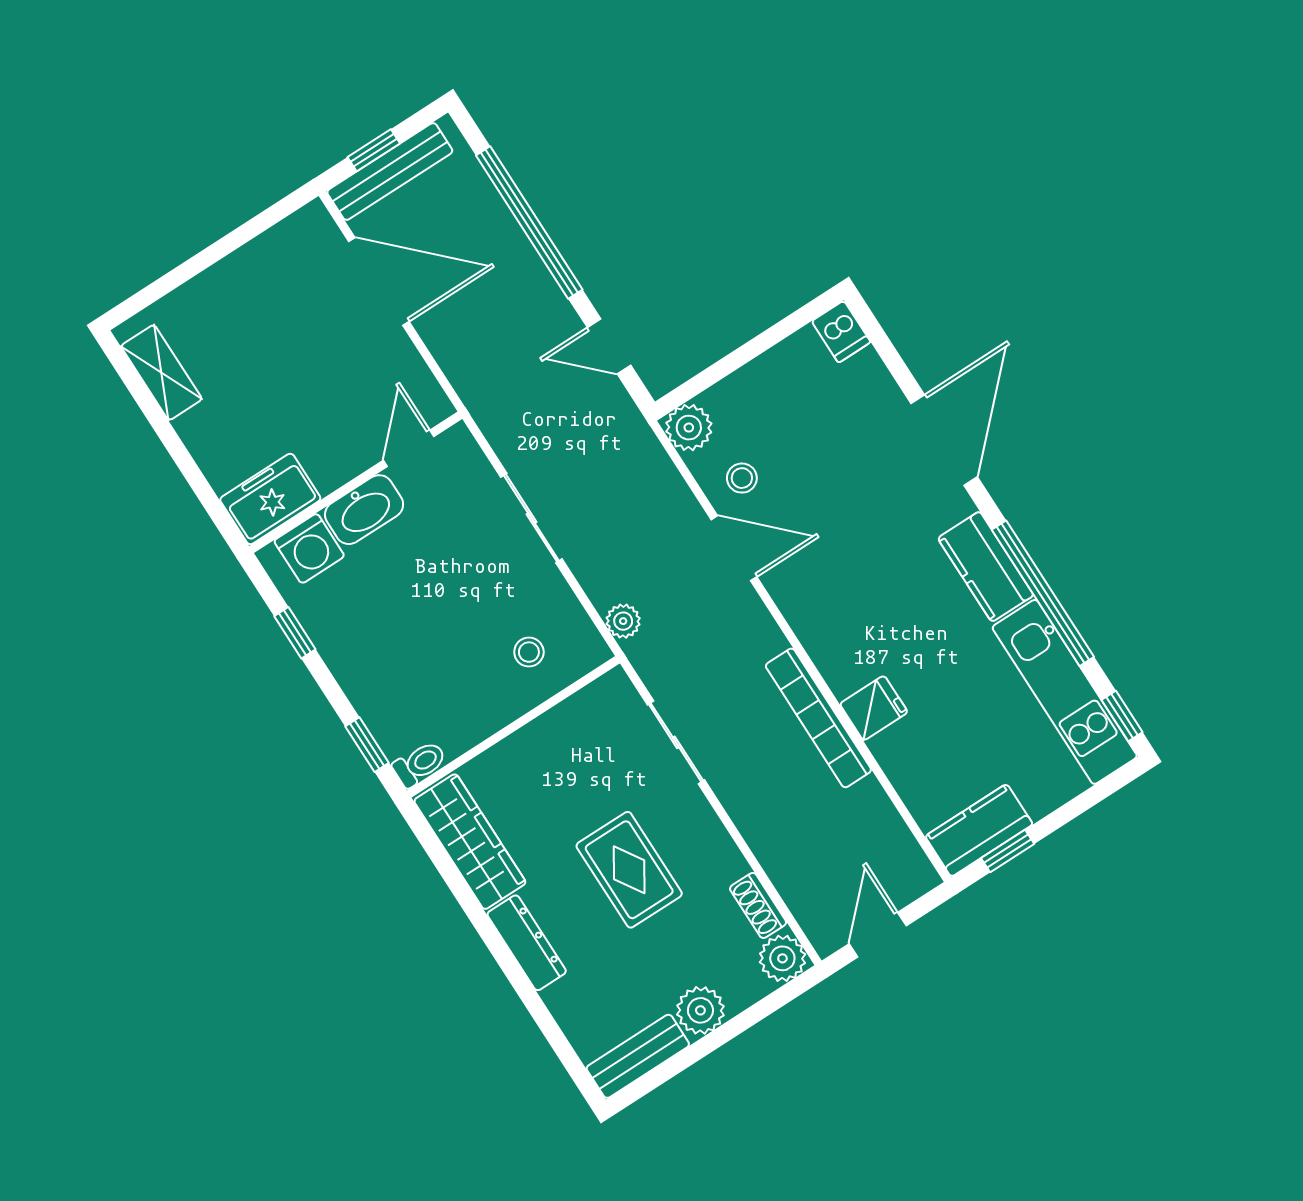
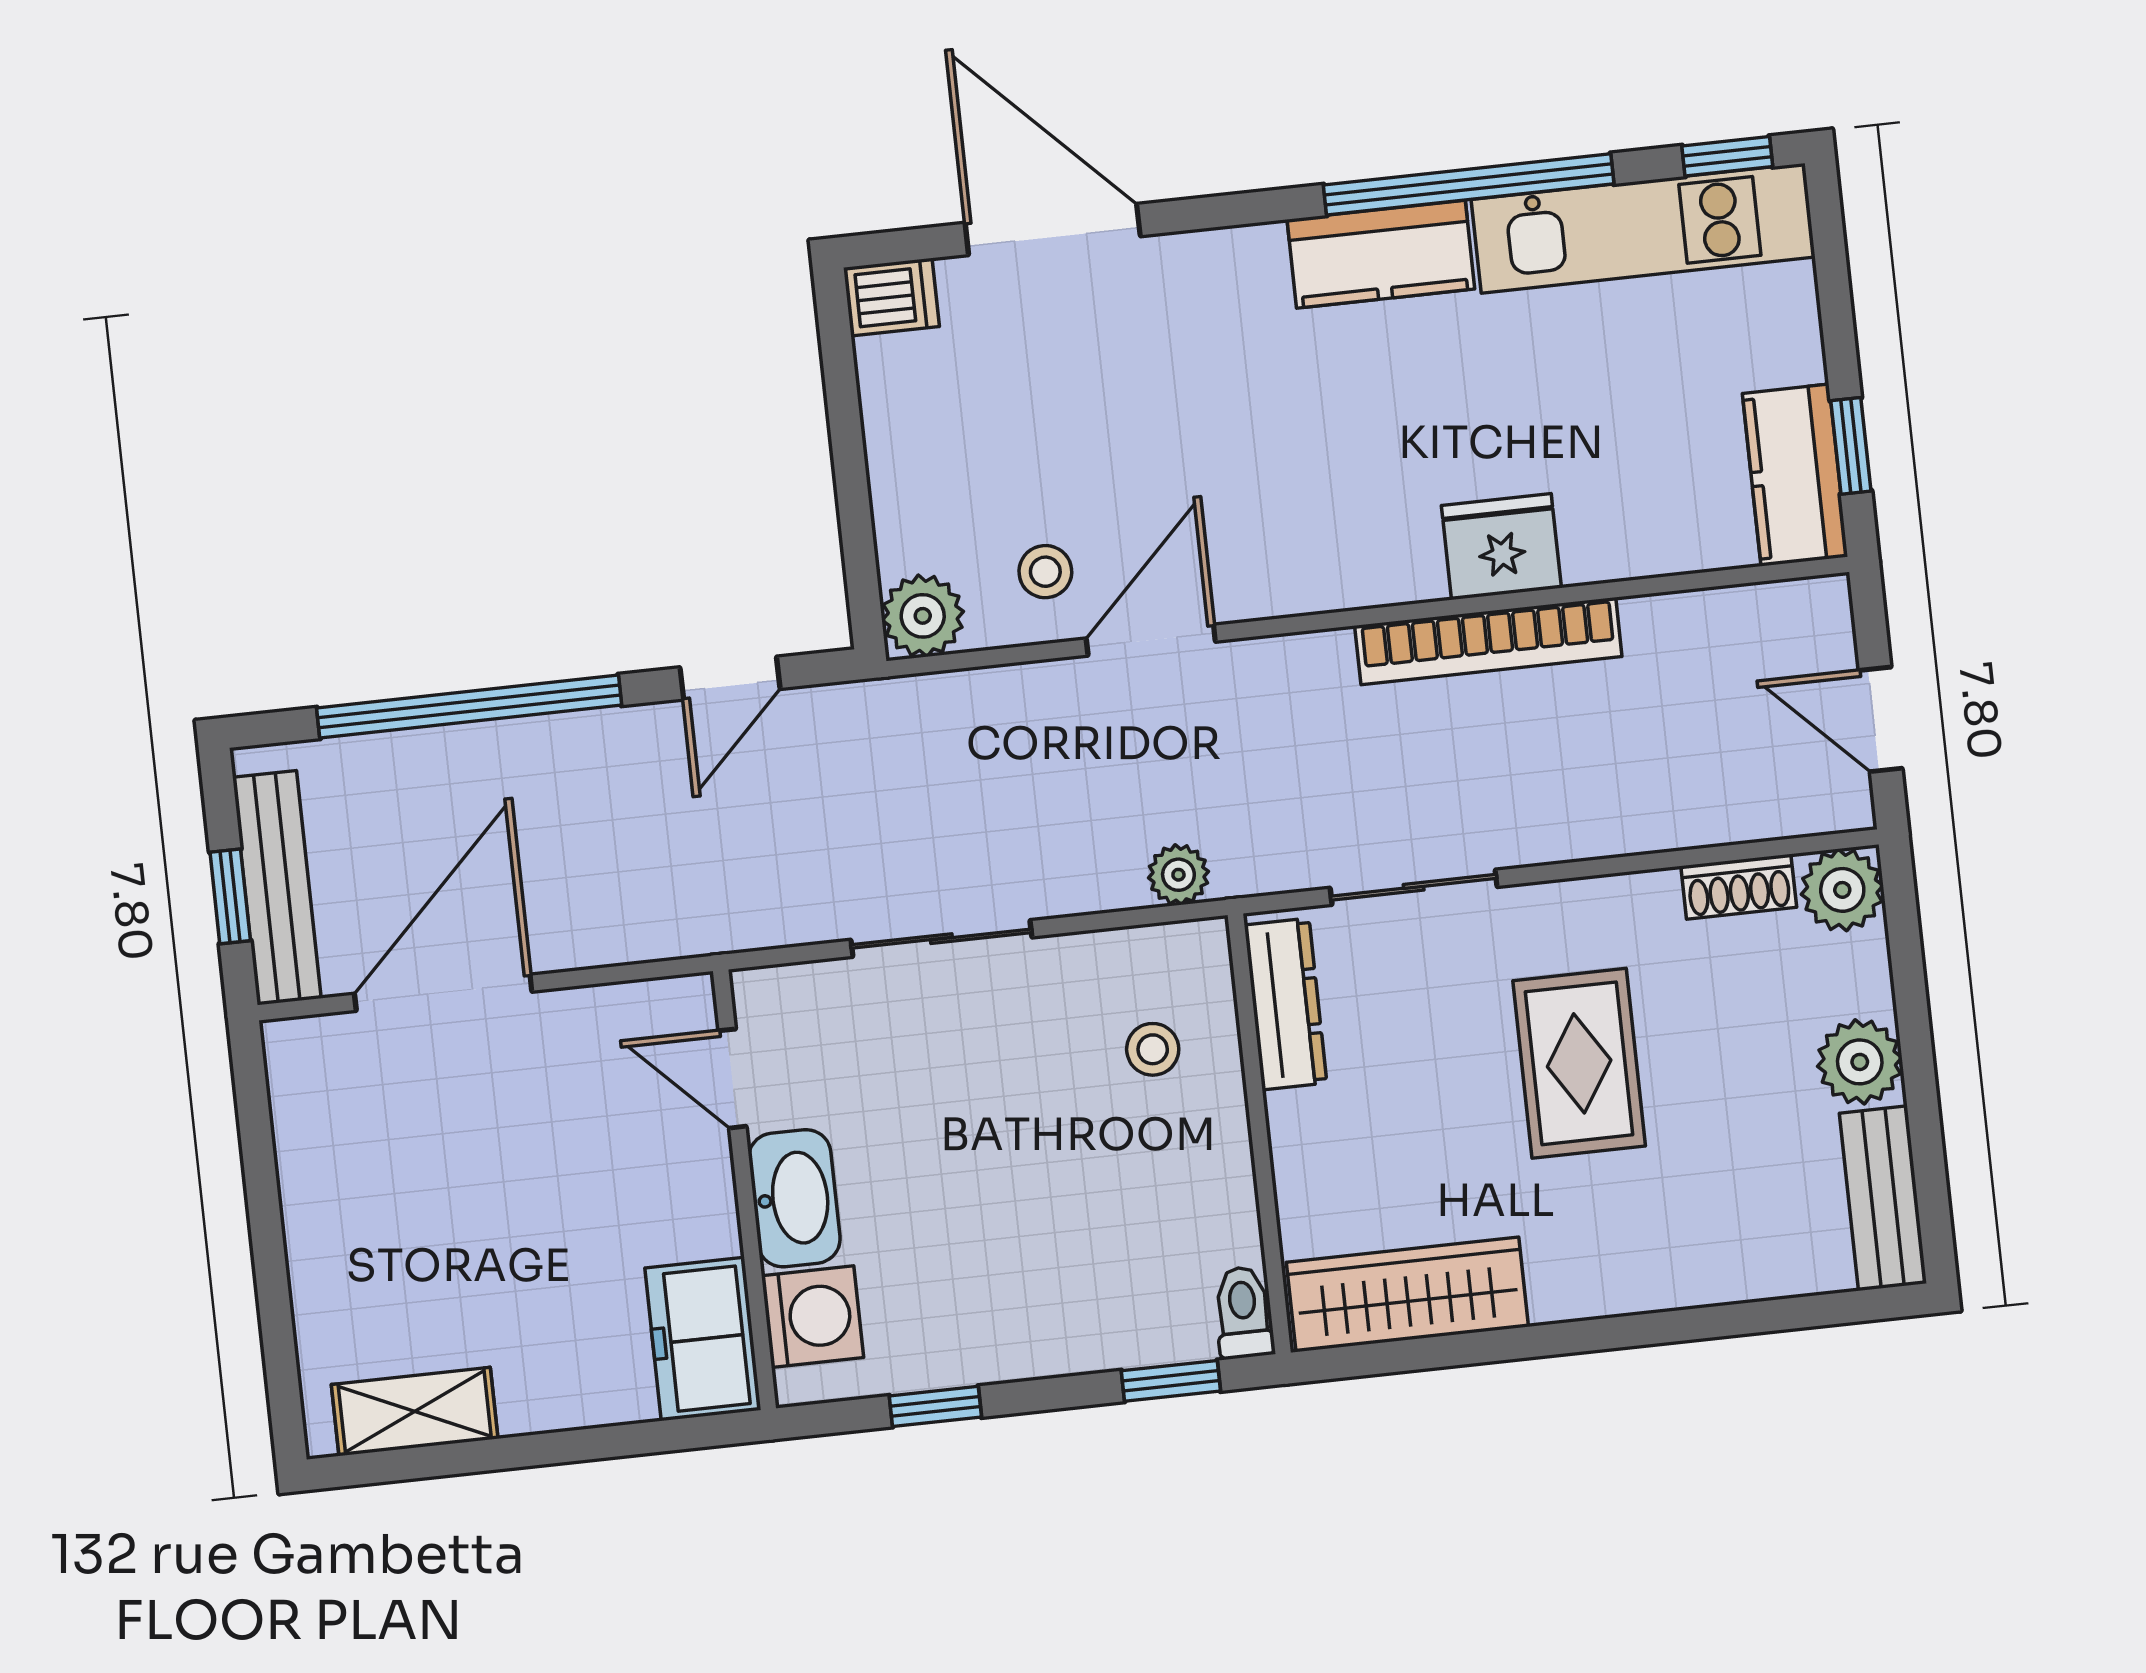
door: (944, 440) -> (1053, 230), moved
fridge: (874, 708) -> (1501, 547), width x1.38
rug: (629, 870) -> (1579, 1063), turned 90
dresser: (527, 943) -> (1286, 1004), moved, turned 90

